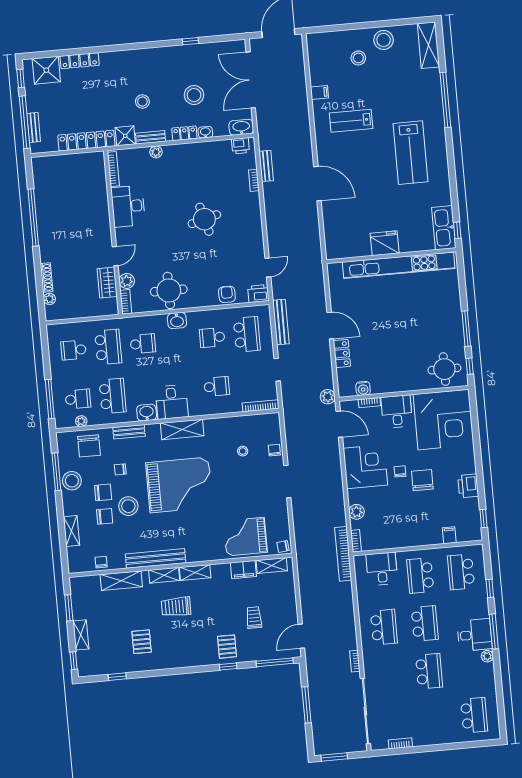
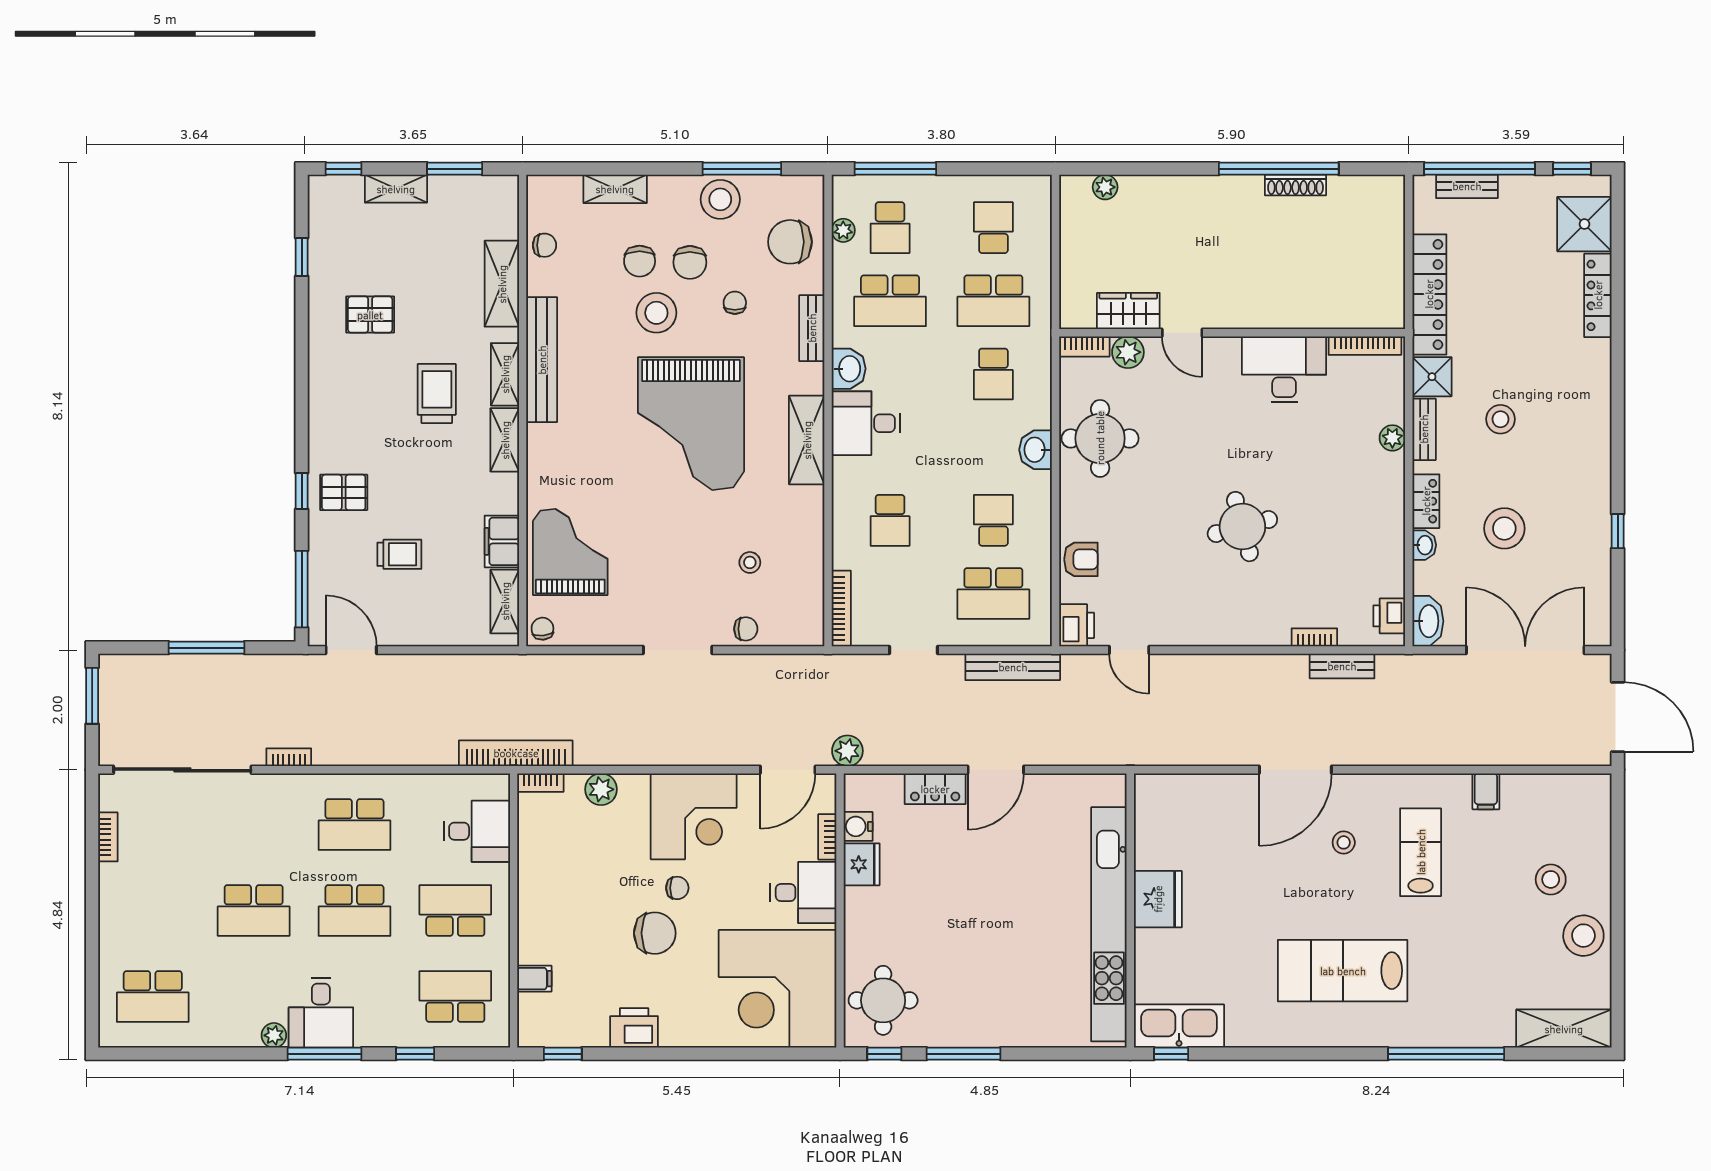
stool: (350, 158) -> (1344, 842), added
shoe rack: (47, 278) -> (1296, 185), moved
fridge: (381, 385) -> (862, 864), added

